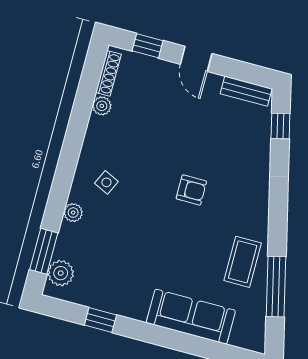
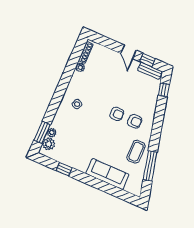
window: (148, 46) -> (148, 60), moved
armchair: (230, 200) -> (135, 121), added
plant: (73, 213) -> (52, 133), moved

